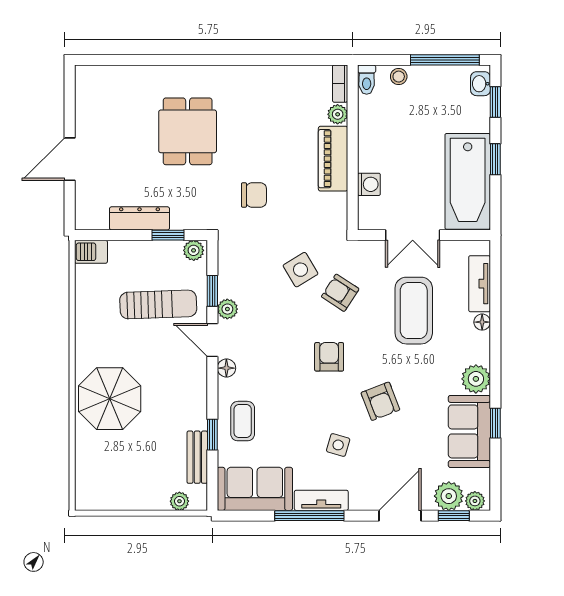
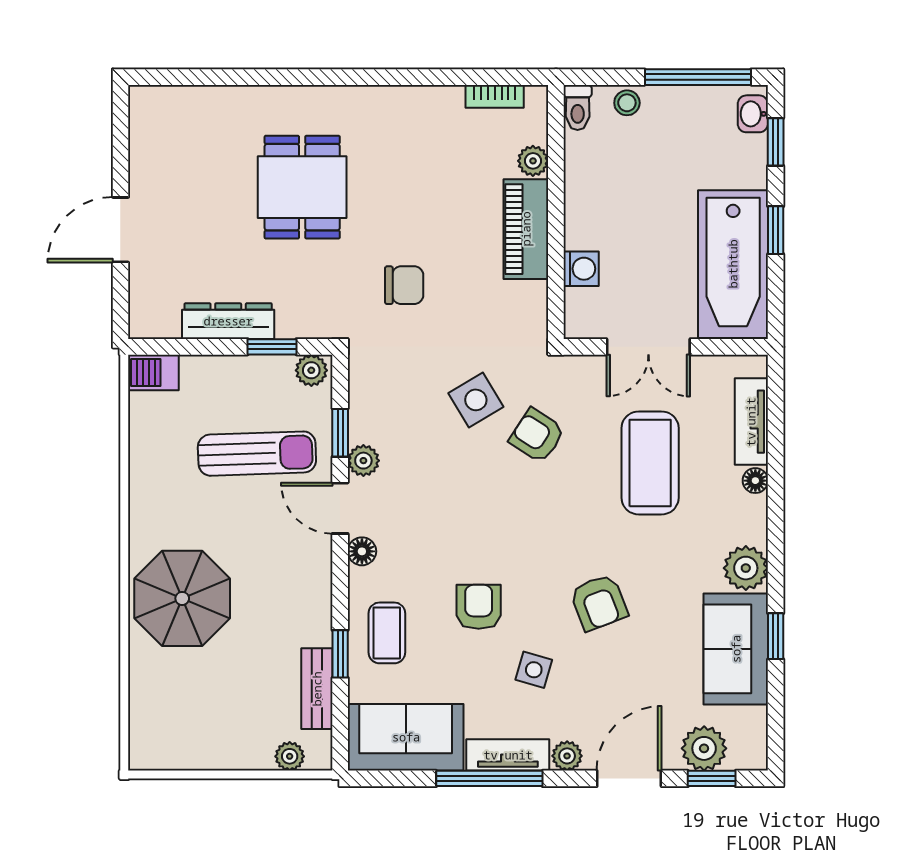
bookcase: (340, 84) -> (495, 96), moved, turned -90
armchair: (329, 357) -> (479, 607), moved
plant: (475, 501) -> (567, 756), moved

